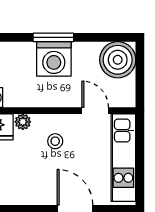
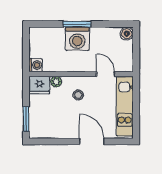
boiler: (118, 60) -> (127, 34), width x0.54, depth x0.54

